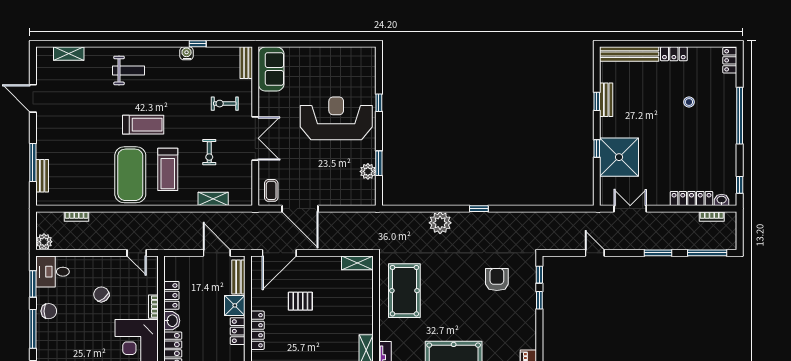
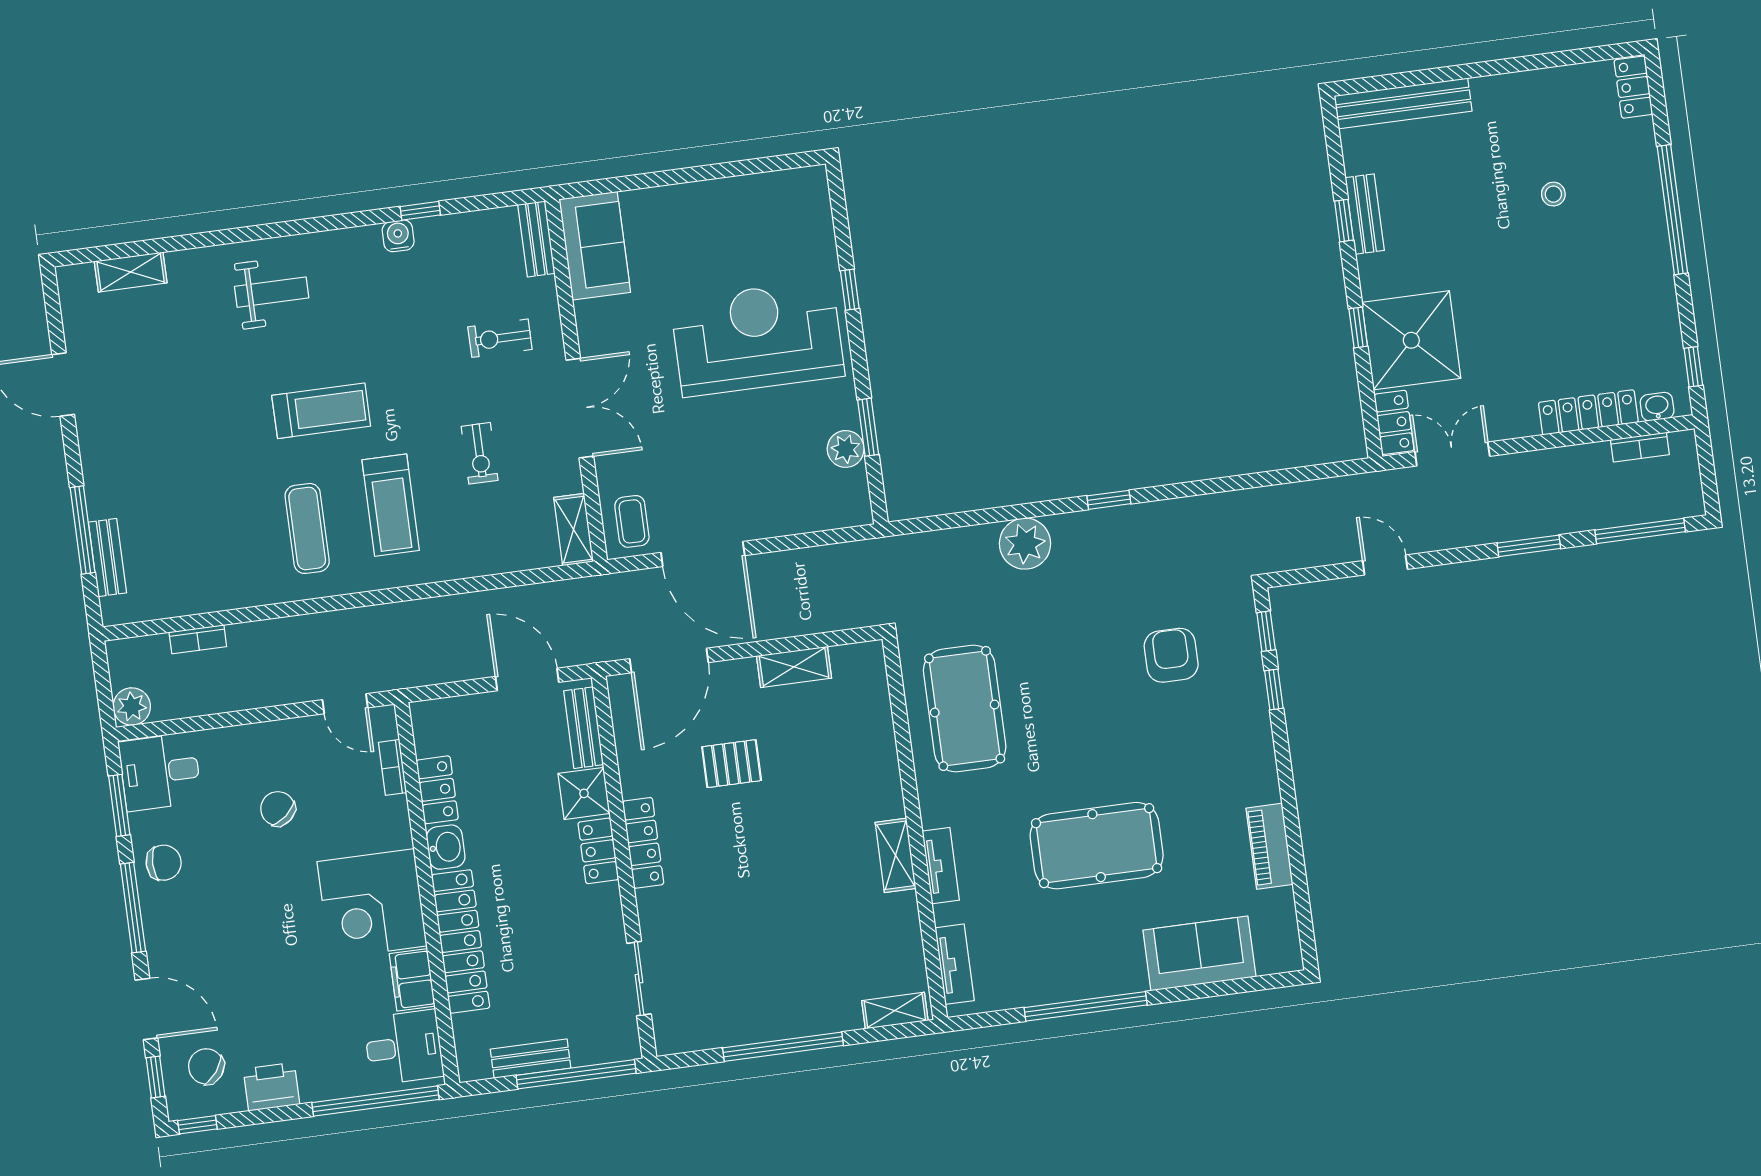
locker: (674, 54) -> (1394, 422), moved, turned -90
exercise mat: (130, 175) -> (307, 528), width x0.50, depth x0.69
shelving: (213, 199) -> (574, 530), moved, turned 90
shelving: (357, 263) -> (794, 667), moved
bookcase: (153, 307) -> (393, 767), moved

